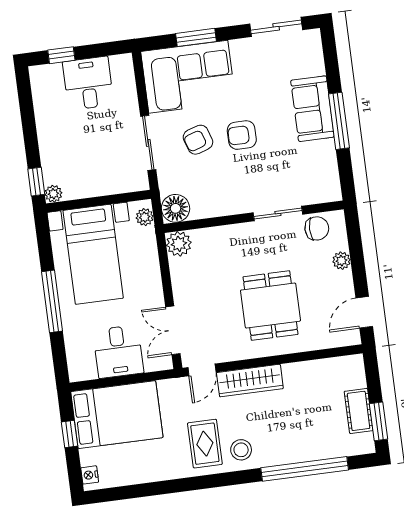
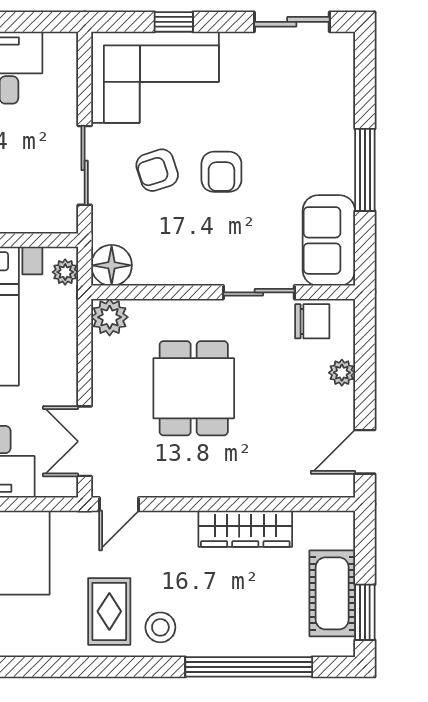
window: (196, 37) -> (174, 22), width x0.67
sofa: (312, 109) -> (329, 240), moved
armchair: (242, 135) -> (221, 172), turned -90
dining table: (271, 306) -> (194, 388), moved
wardrobe: (250, 381) -> (245, 529), moved
cot: (359, 411) -> (332, 593), width x1.37, depth x1.34

